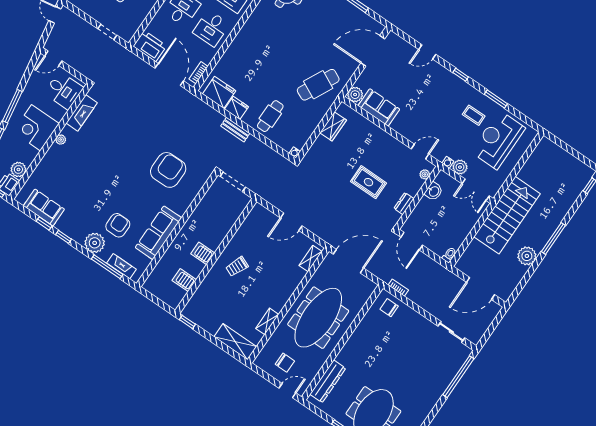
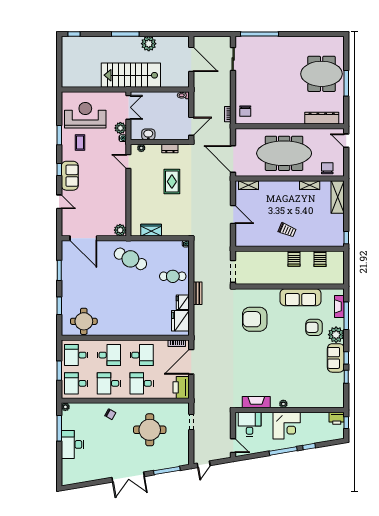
sofa: (379, 107) -> (70, 176), moved, turned 180
reception desk: (498, 140) -> (85, 115), turned 180
plant: (18, 169) -> (322, 418), removed
sofa: (44, 208) -> (336, 358), moved
chair: (285, 363) -> (327, 168), moved

